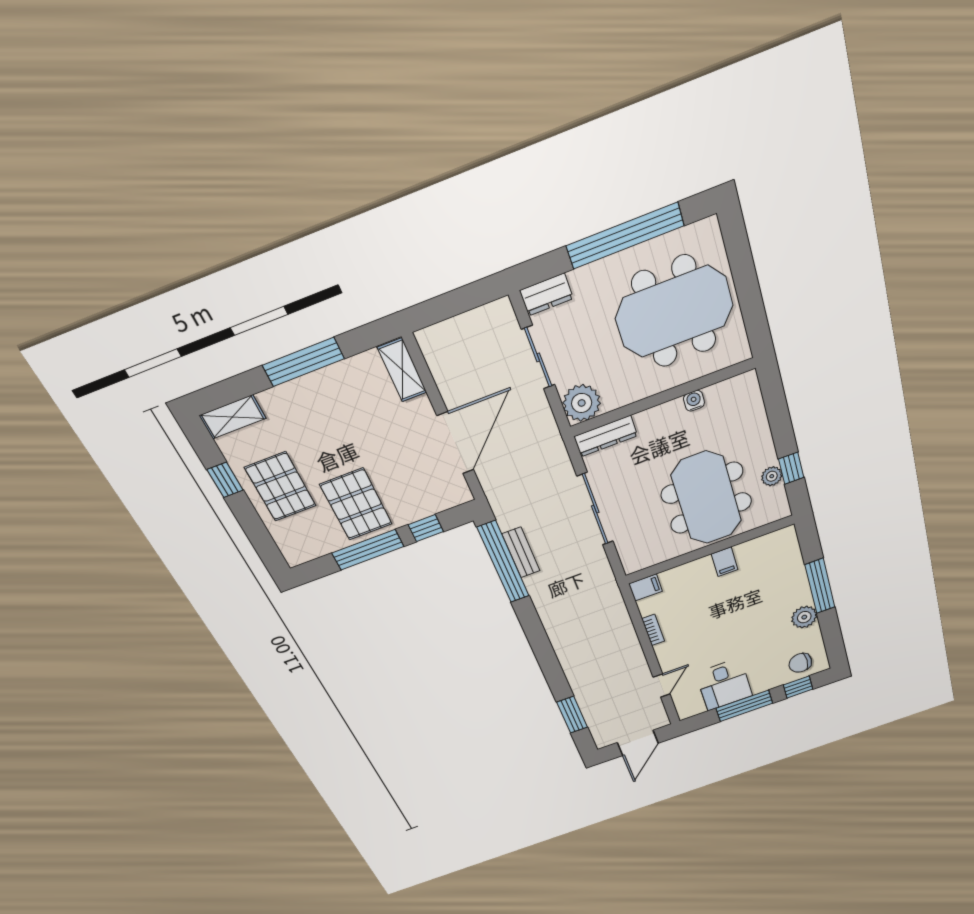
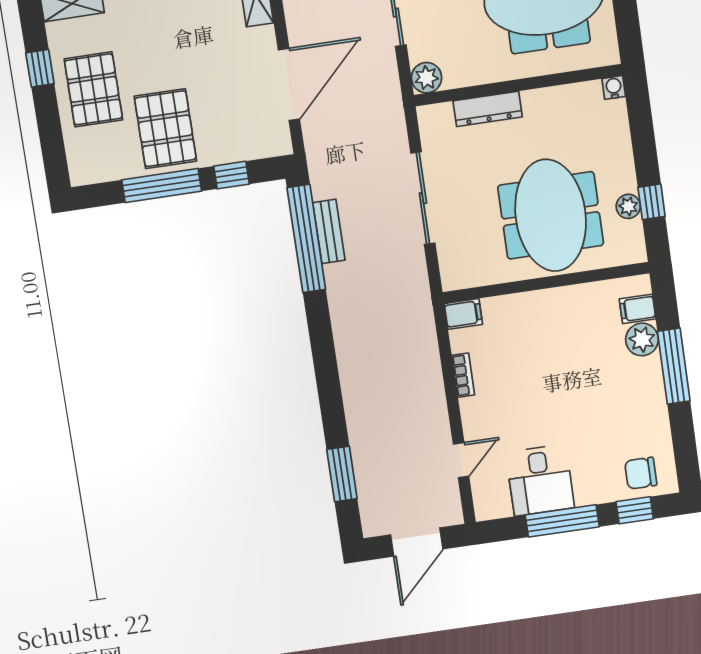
water cooler: (694, 401) -> (614, 87), moved
plant: (582, 403) -> (427, 78), width x0.73, depth x0.73
dresser: (606, 436) -> (488, 109), moved
filing cabinet: (725, 562) -> (637, 309), moved, turned 90
plant: (804, 617) -> (642, 339), moved

